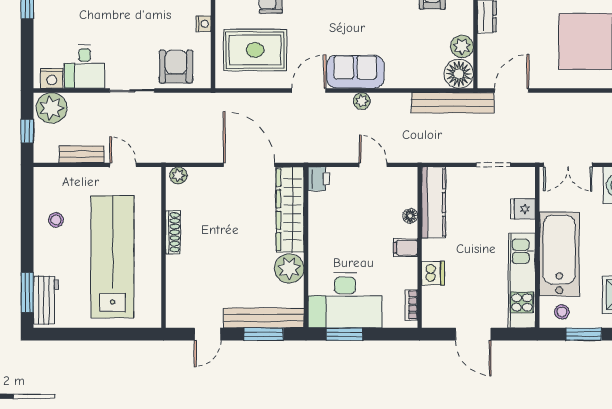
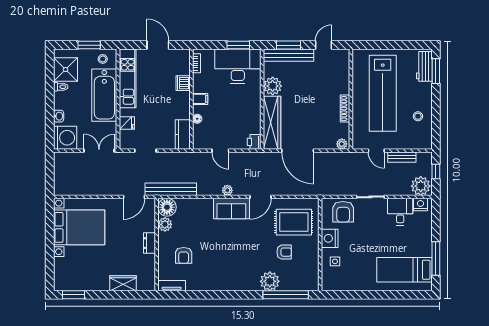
nightstand: (204, 24) -> (330, 238), width x1.89, depth x1.79
kitchen counter: (434, 202) -> (183, 135), width x0.67

